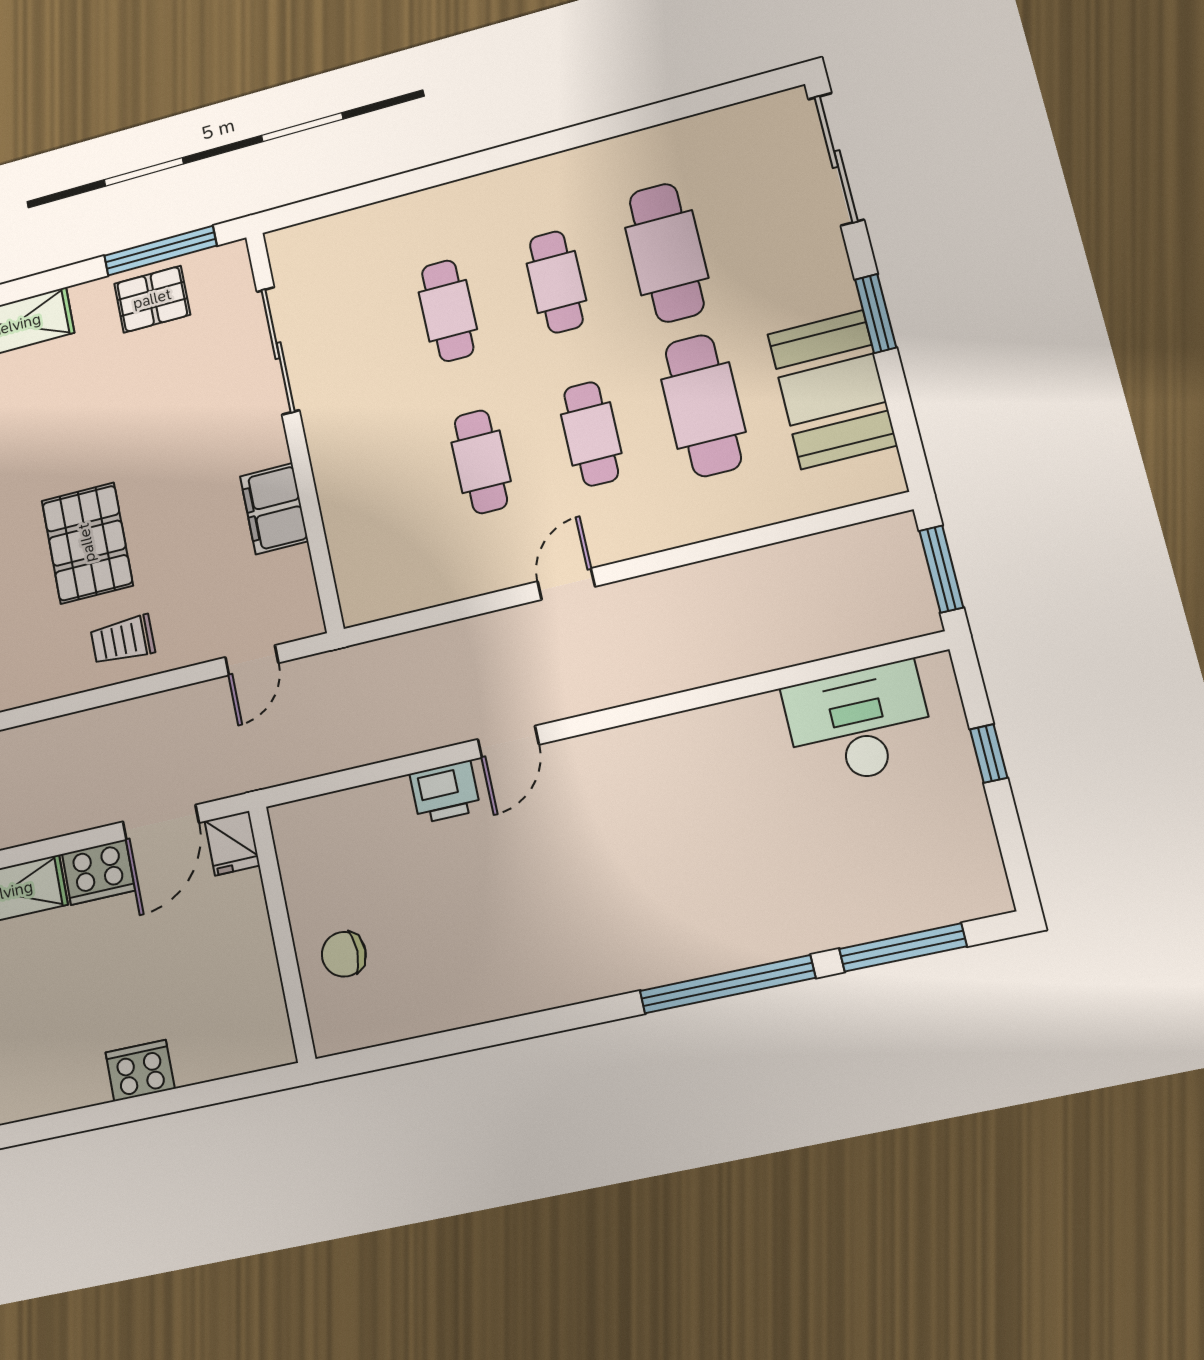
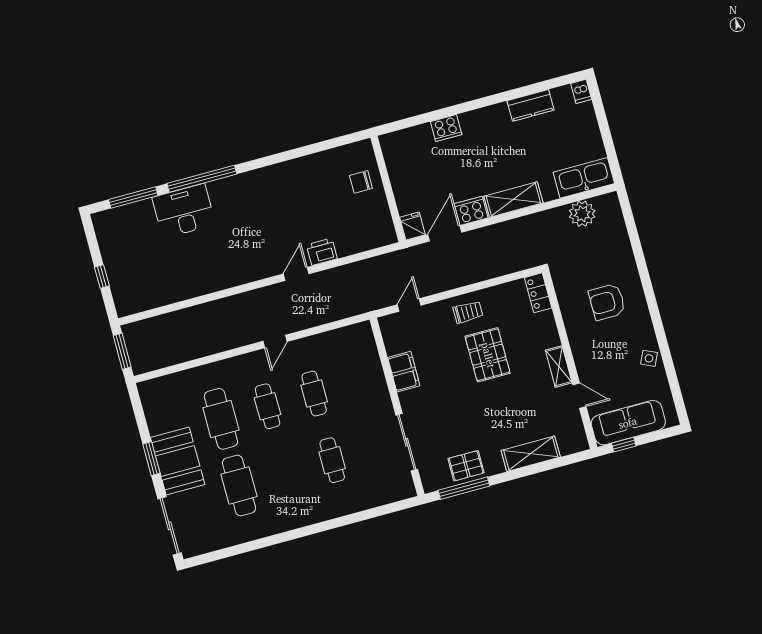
cafe table: (556, 282) -> (286, 473), removed
booth: (832, 390) -> (178, 461), moved
desk: (859, 724) -> (184, 211), moved, turned 180
chair: (344, 954) -> (361, 182), turned 180

